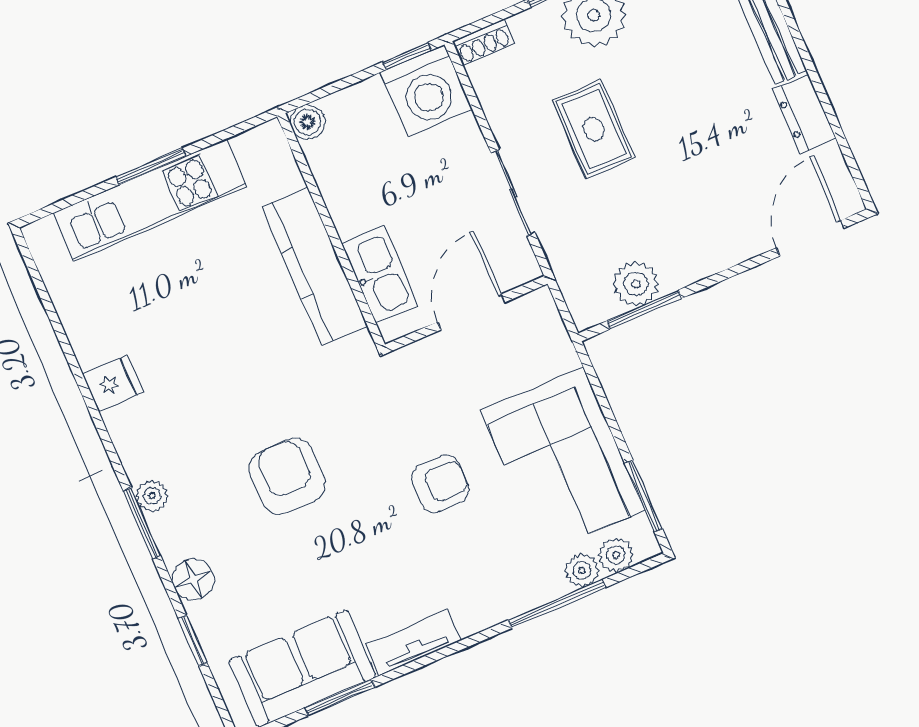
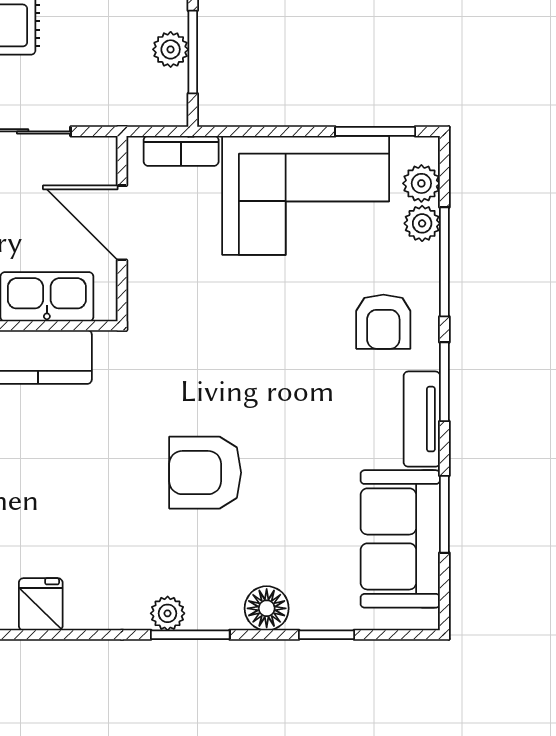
plant: (636, 284) -> (171, 49), width x0.73, depth x0.73
bookcase: (555, 336) -> (181, 151), added
armchair: (440, 484) -> (383, 322), moved, turned 180
window: (454, 648) -> (444, 382), added

